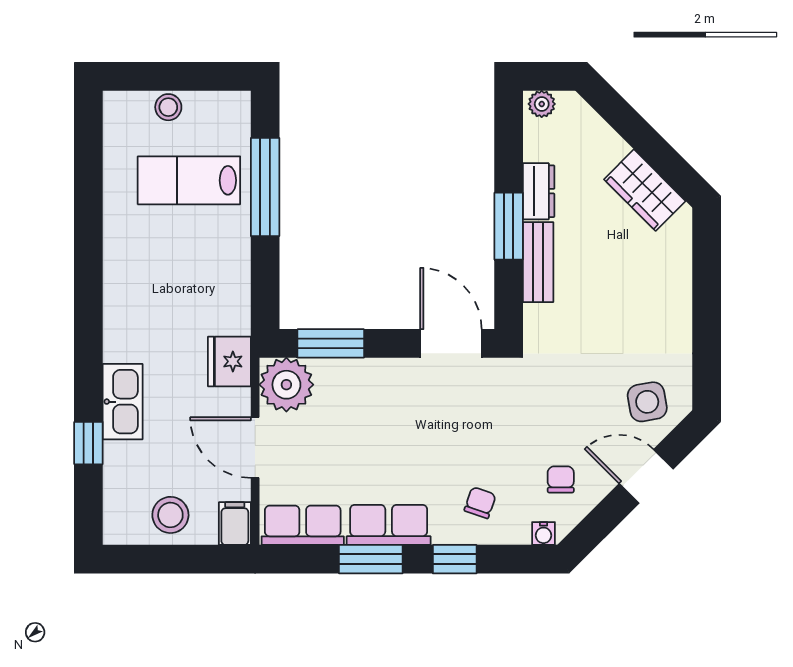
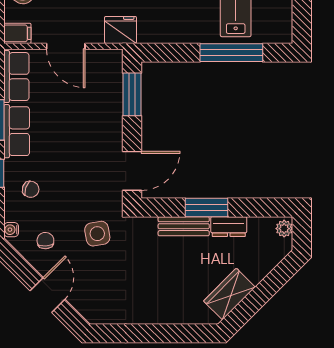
plant: (286, 385) -> (106, 66), removed
side table: (647, 402) -> (97, 234), moved
door: (255, 448) -> (66, 46), swing flipped
chair: (561, 479) -> (45, 241), turned -94

